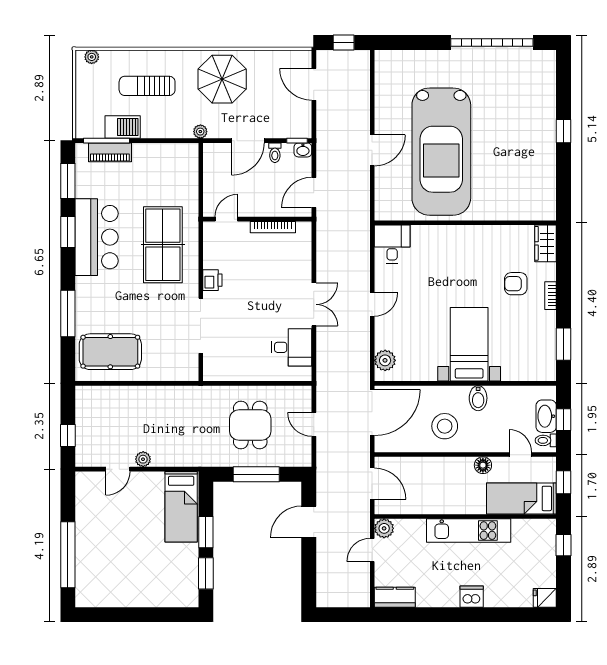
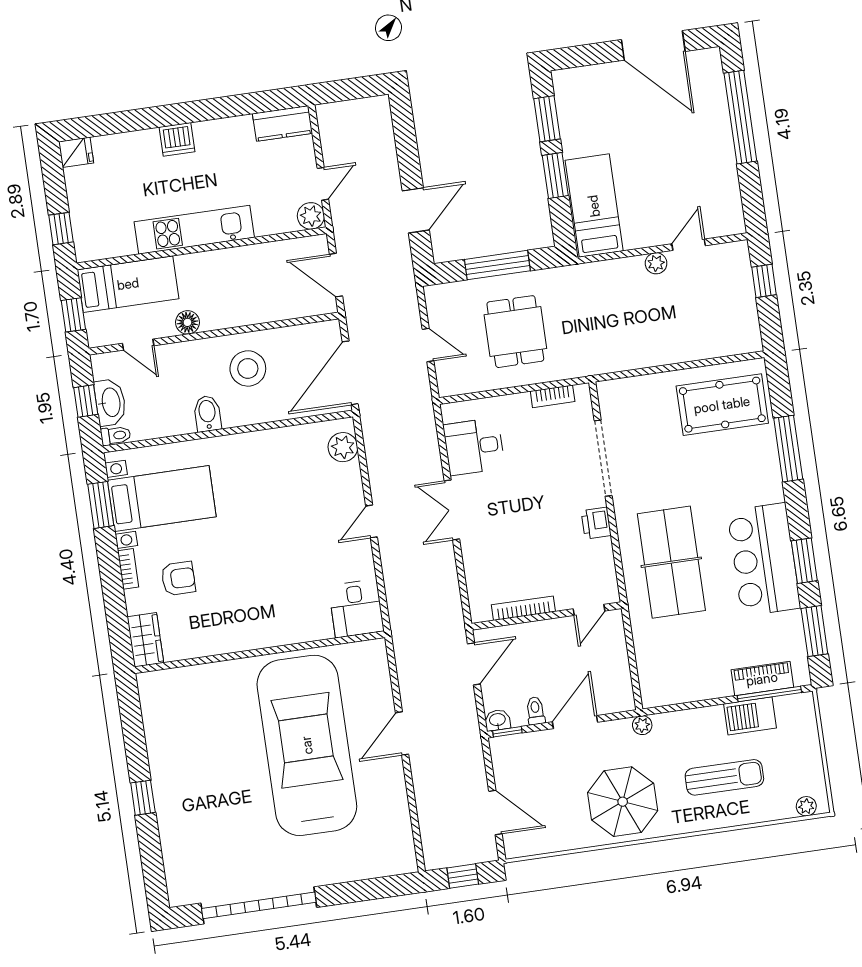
bed with nightstands: (469, 344) -> (162, 499), moved, turned -90
bookcase: (230, 375) -> (553, 396), added
toilet: (546, 440) -> (116, 436), moved
door: (123, 615) -> (653, 45), added

